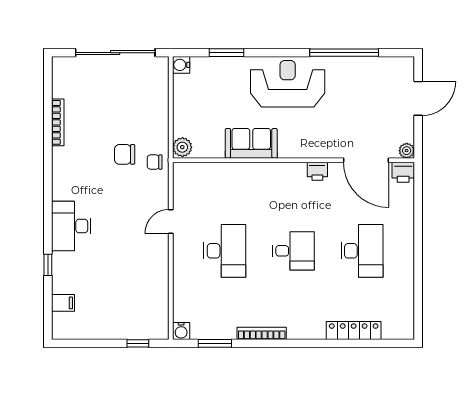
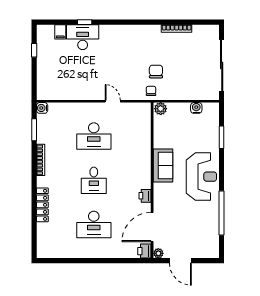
water cooler: (181, 65) -> (196, 108), moved
door: (418, 98) -> (180, 261), moved
sofa: (251, 143) -> (163, 166), moved
desk: (71, 226) -> (83, 37), moved
locker: (354, 331) -> (42, 205), moved
window: (138, 343) -> (34, 50), moved

